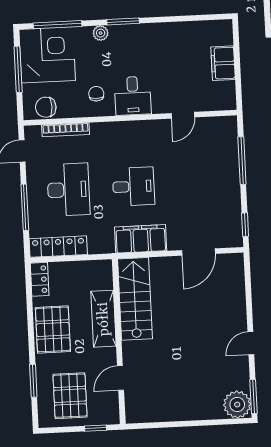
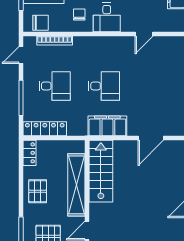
chair: (46, 107) -> (40, 23), turned 180
desk: (68, 190) -> (55, 86), width x0.73
shelving: (104, 319) -> (76, 185), width x1.47
pallet: (53, 329) -> (38, 191), width x0.67, depth x0.71

